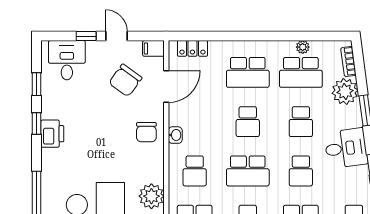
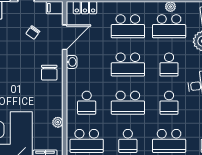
chair: (125, 80) -> (33, 32), width x0.54, depth x0.54
school desk: (248, 122) -> (128, 64), width x1.85
washbasin: (175, 135) -> (72, 62), moved
plant: (151, 196) -> (58, 122), width x0.53, depth x0.53

